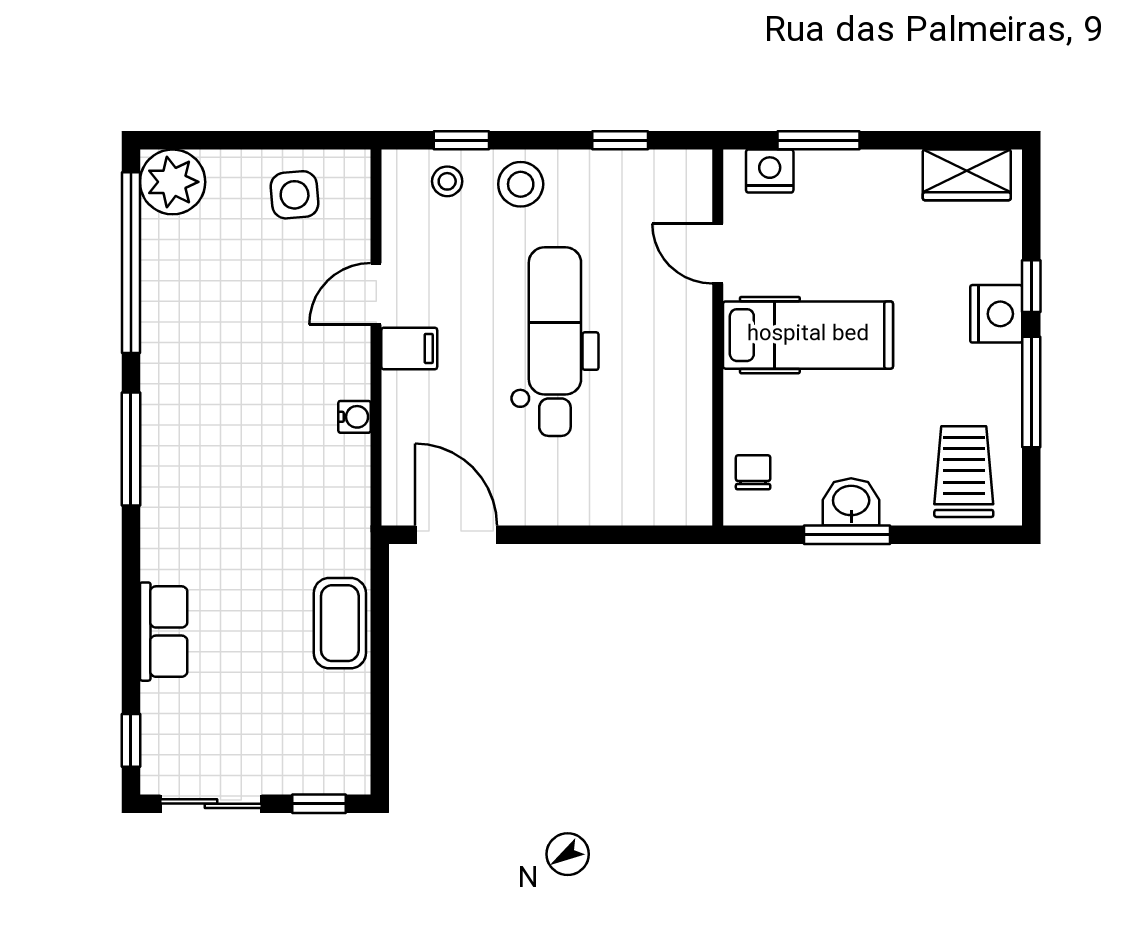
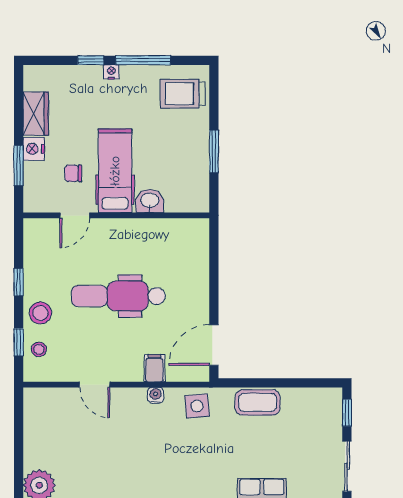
window: (620, 140) -> (19, 282), moved
nightstand: (770, 171) -> (34, 149), moved
wardrobe: (967, 175) -> (36, 114), moved
side table: (295, 195) -> (197, 406), moved
nightstand: (996, 314) -> (111, 72), width x0.53, depth x0.56
filing cabinet: (409, 348) -> (154, 368), moved
chair: (753, 472) -> (73, 173), moved
washbasin: (851, 502) -> (150, 201), moved, turned 90

